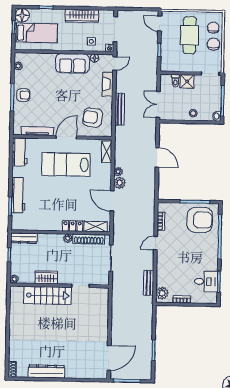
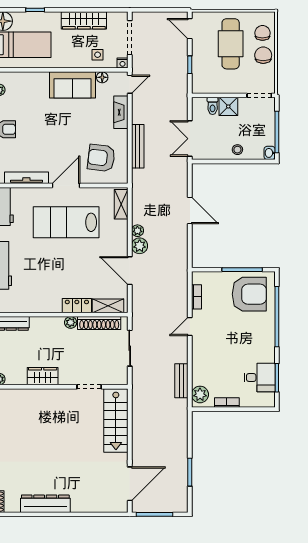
stairs: (48, 295) -> (116, 421), moved, turned 90

